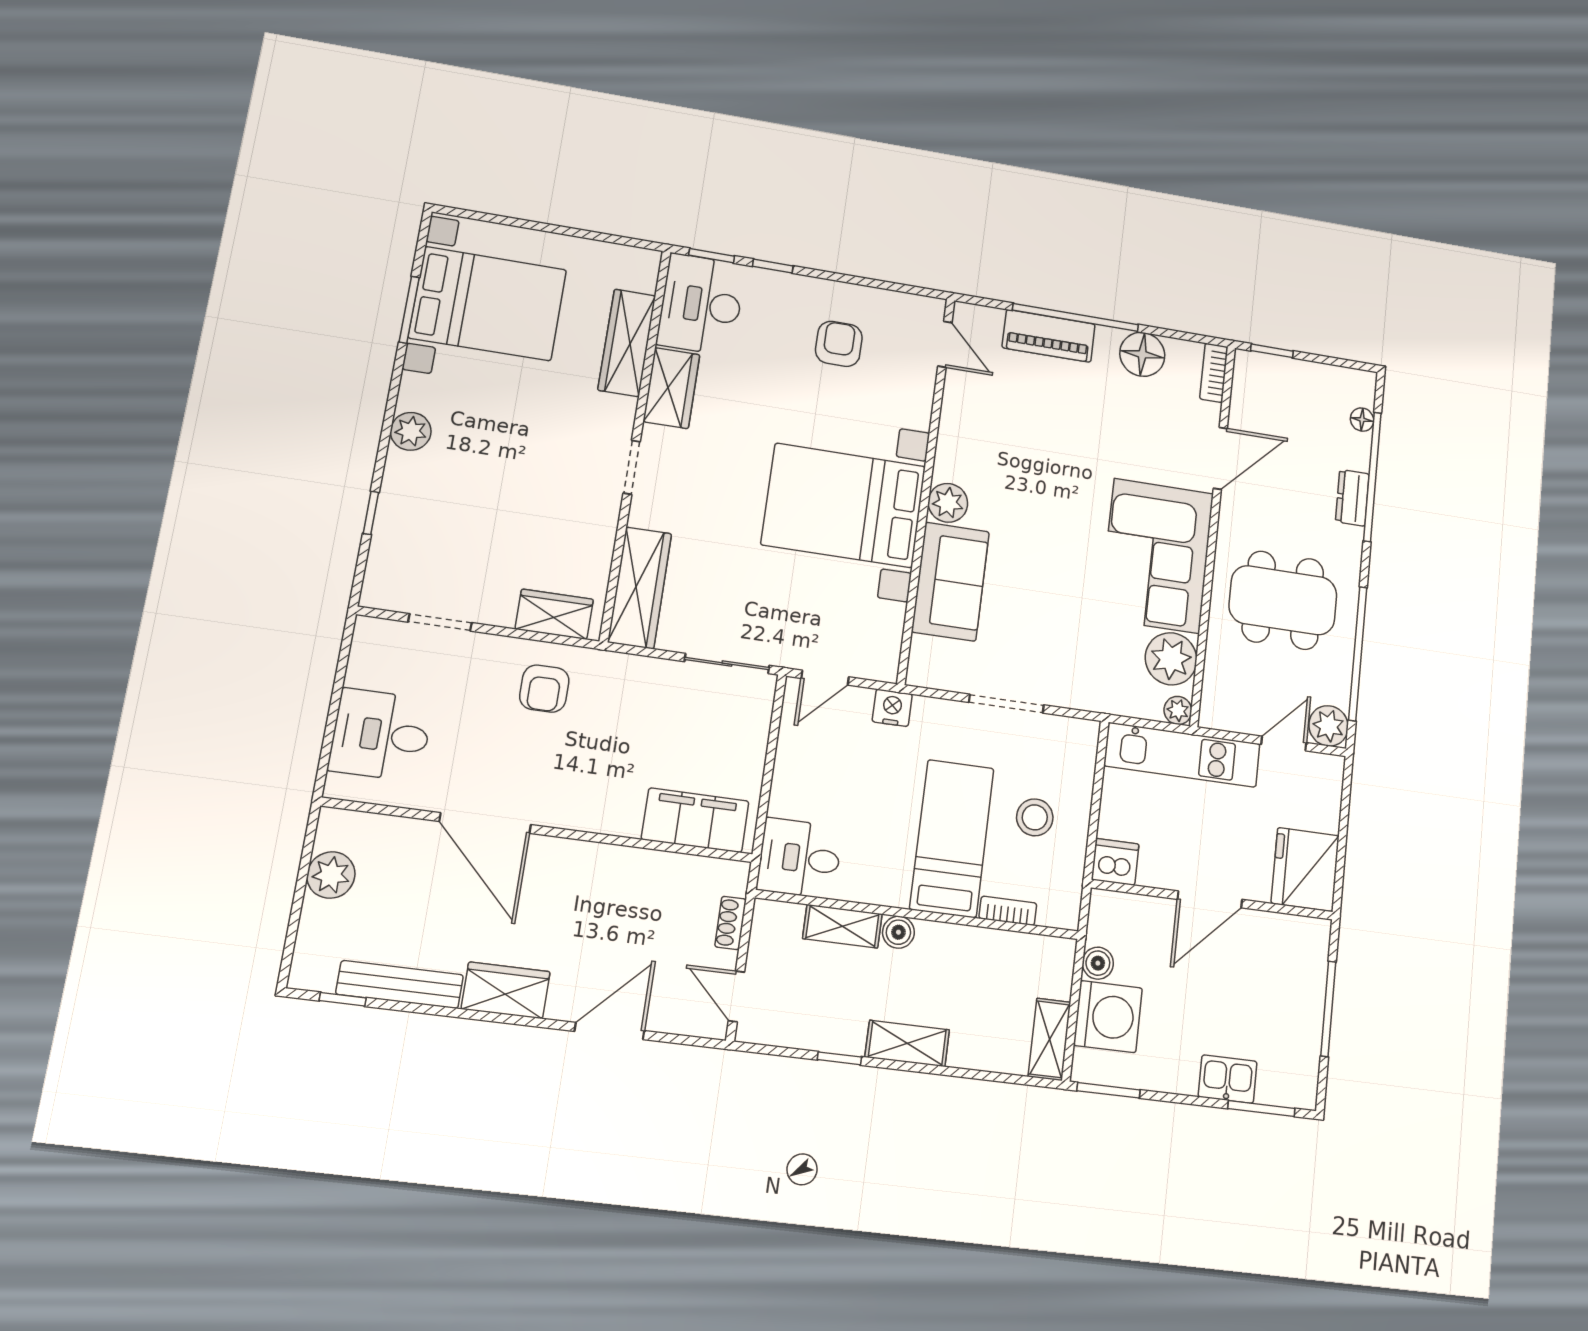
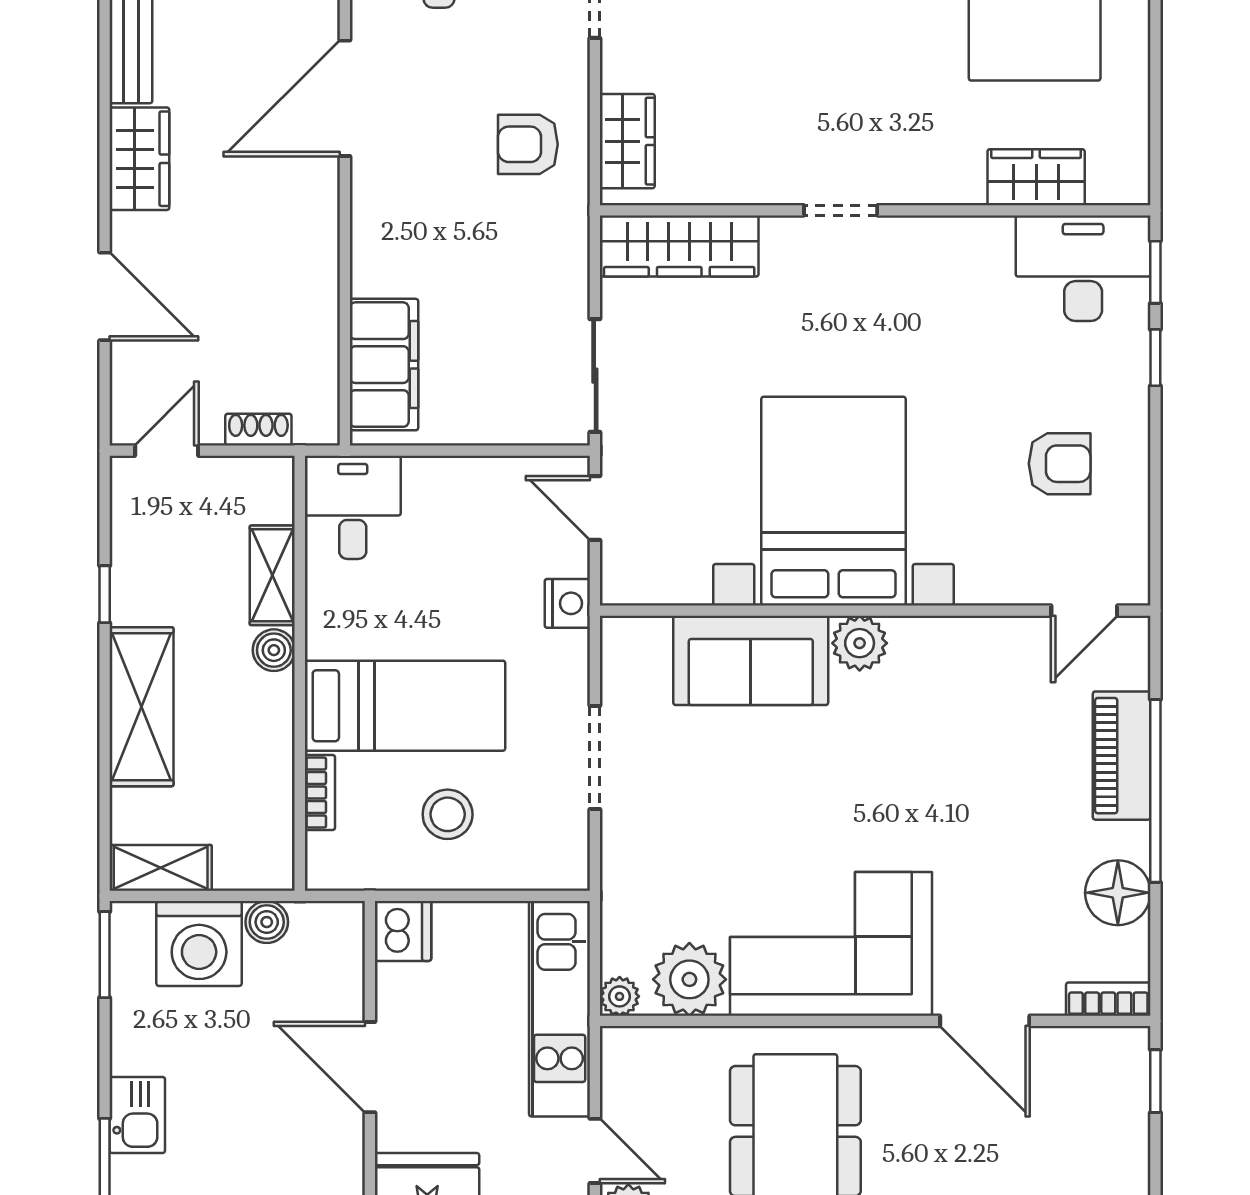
wardrobe: (627, 343) -> (1036, 177), width x0.67
wardrobe: (671, 388) -> (959, 246), removed
shelving: (907, 1043) -> (141, 707), width x1.50, depth x1.33

